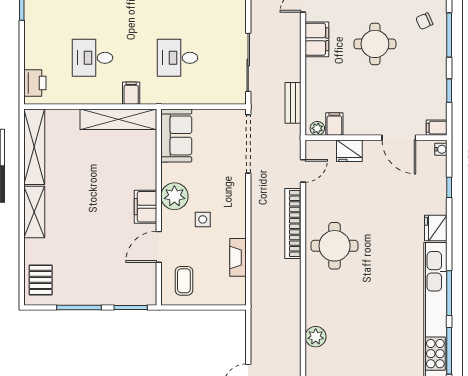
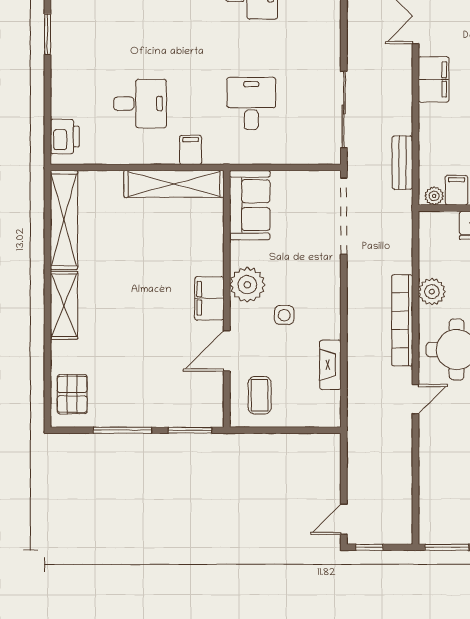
desk: (93, 58) -> (140, 104), turned 180
desk: (178, 58) -> (251, 104), turned 90
door: (303, 171) -> (415, 399), moved
plant: (316, 337) -> (432, 292), moved

